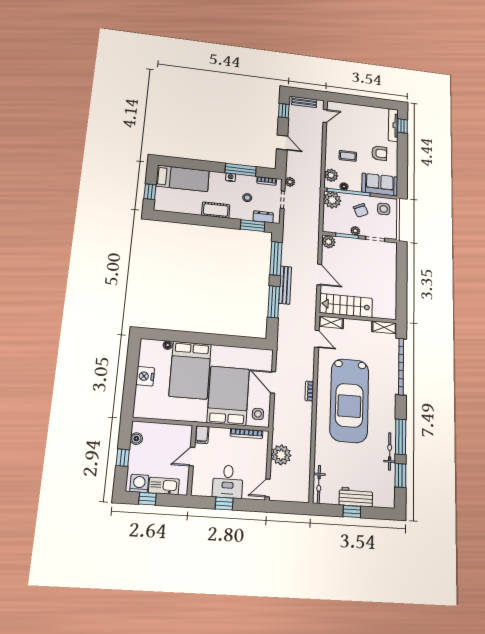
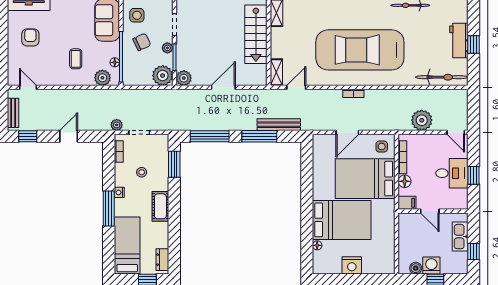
armchair: (379, 153) -> (30, 37), moved
window: (241, 170) -> (109, 208), moved
plant: (332, 200) -> (163, 76), moved
dresser: (263, 217) -> (162, 260), moved
bench: (285, 285) -> (279, 125), moved
stairs: (346, 306) -> (256, 34), moved
car: (349, 400) -> (360, 50), turned 180
floor lamp: (223, 434) -> (405, 181), added
washing machine: (139, 483) -> (431, 265), moved, turned 90
bicycle: (319, 484) -> (442, 77), width x1.37, depth x1.40

